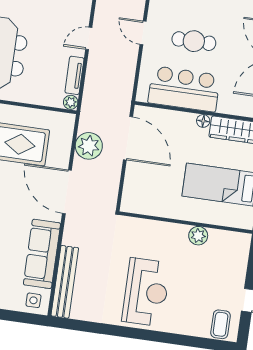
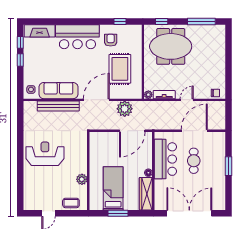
door: (143, 33) -> (194, 131), width x1.87
door: (89, 38) -> (187, 100), hinge flipped
bench: (65, 282) -> (58, 106), moved
reception desk: (146, 292) -> (45, 154), turned 180
coffee table: (221, 324) -> (71, 203), moved

